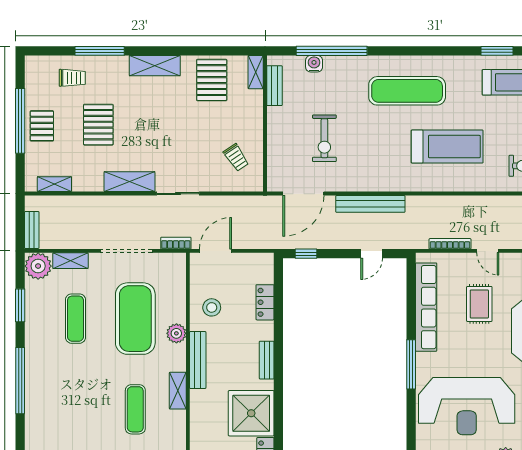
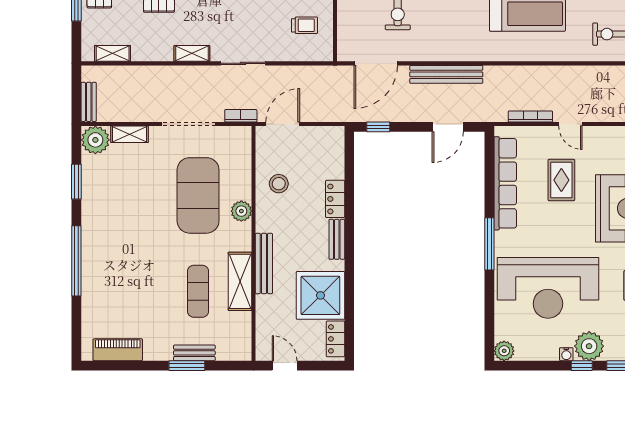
trolley: (236, 157) -> (305, 25), turned -56
shelving: (129, 182) -> (192, 53), width x0.67, depth x0.75
door: (372, 254) -> (448, 127), width x1.38
locker: (265, 302) -> (335, 199), moved
exercise mat: (75, 319) -> (135, 195), removed
bench: (198, 360) -> (264, 263), moved
shelving: (178, 391) -> (240, 281), width x1.50, depth x1.33

